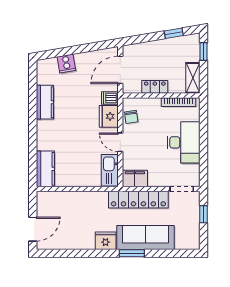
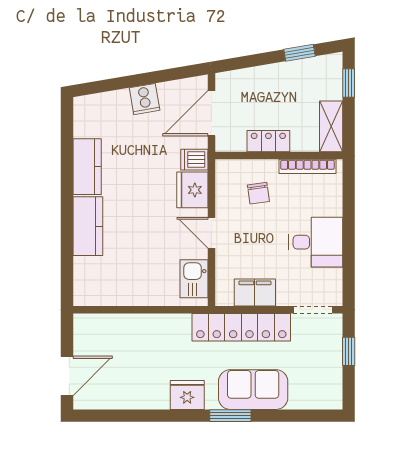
cooker: (66, 64) -> (145, 99), moved
chair: (131, 117) -> (258, 193), moved
desk: (184, 142) -> (316, 242), width x0.73
kitchen counter: (45, 169) -> (88, 226), moved
kitchen sink: (110, 170) -> (194, 279), width x0.73
filing cabinet: (135, 179) -> (255, 292), moved
sofa: (146, 237) -> (253, 390), width x0.73

